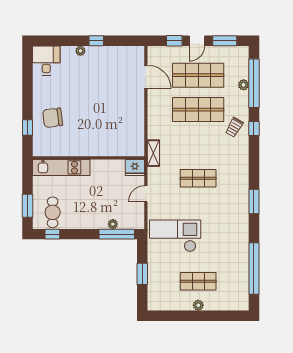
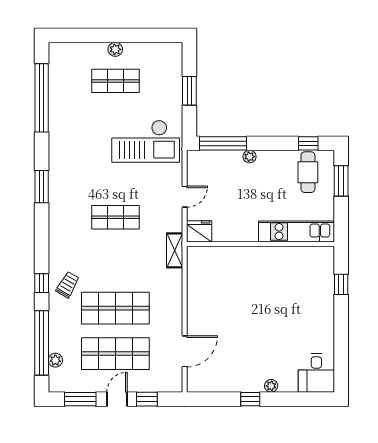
door: (146, 77) -> (185, 351), swing flipped
plant: (244, 85) -> (55, 360), moved
chair: (53, 118) -> (308, 297), removed
plant: (113, 224) -> (250, 157), moved

